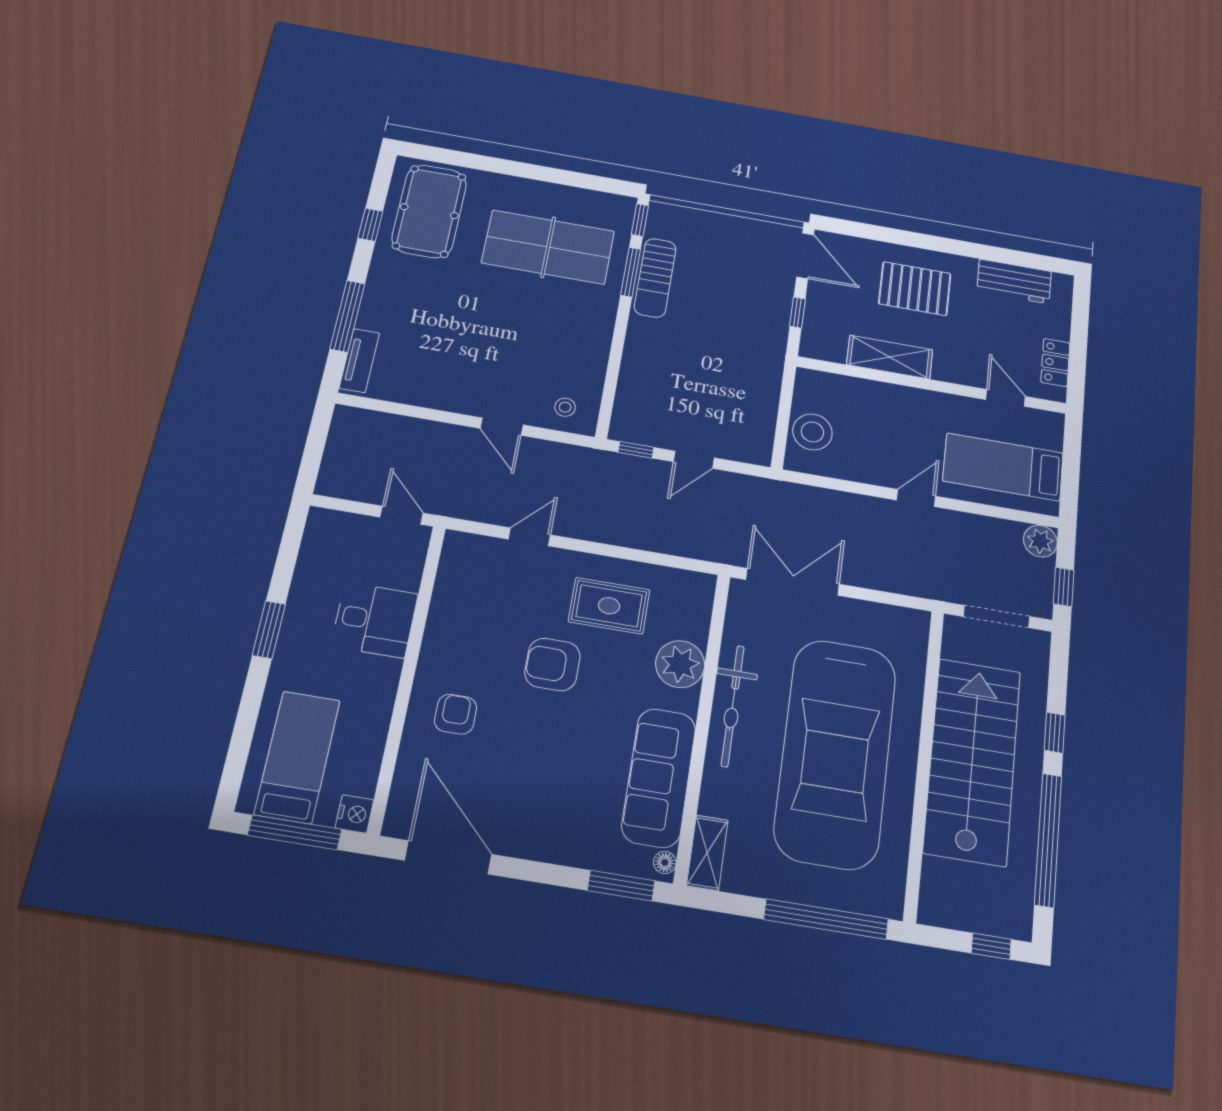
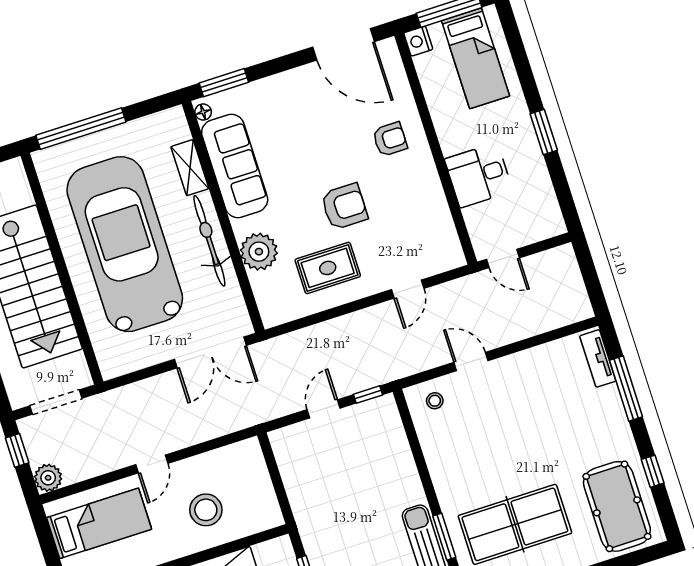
stool: (812, 432) -> (206, 510), moved
armchair: (456, 714) -> (390, 139), turned -90
shelving: (707, 853) -> (190, 168), moved

